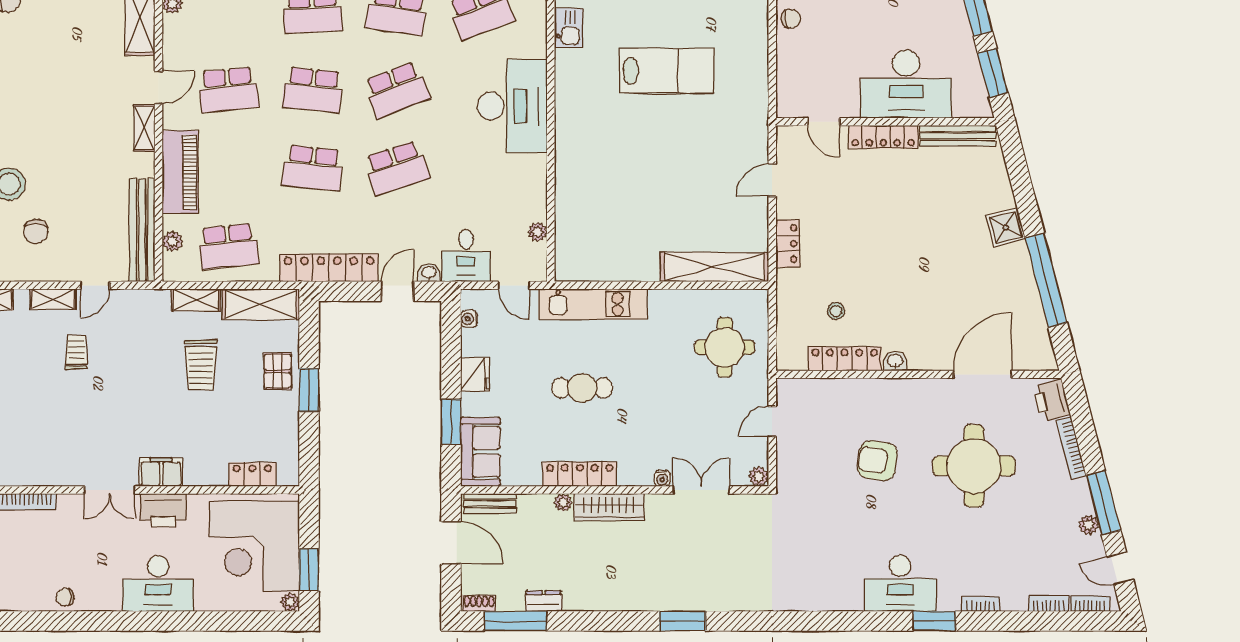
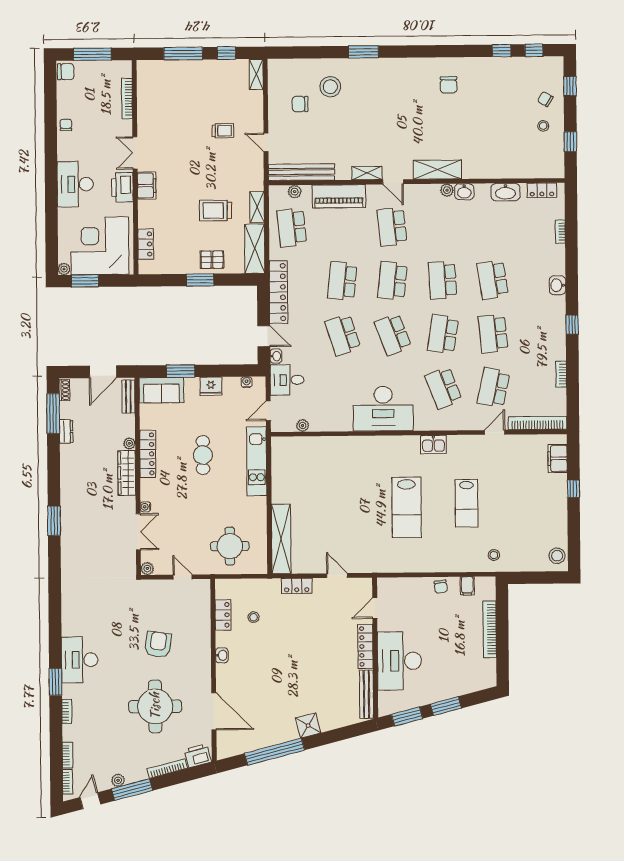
shelving: (53, 299) -> (257, 115), removed
locker: (845, 359) -> (223, 615), width x0.66

